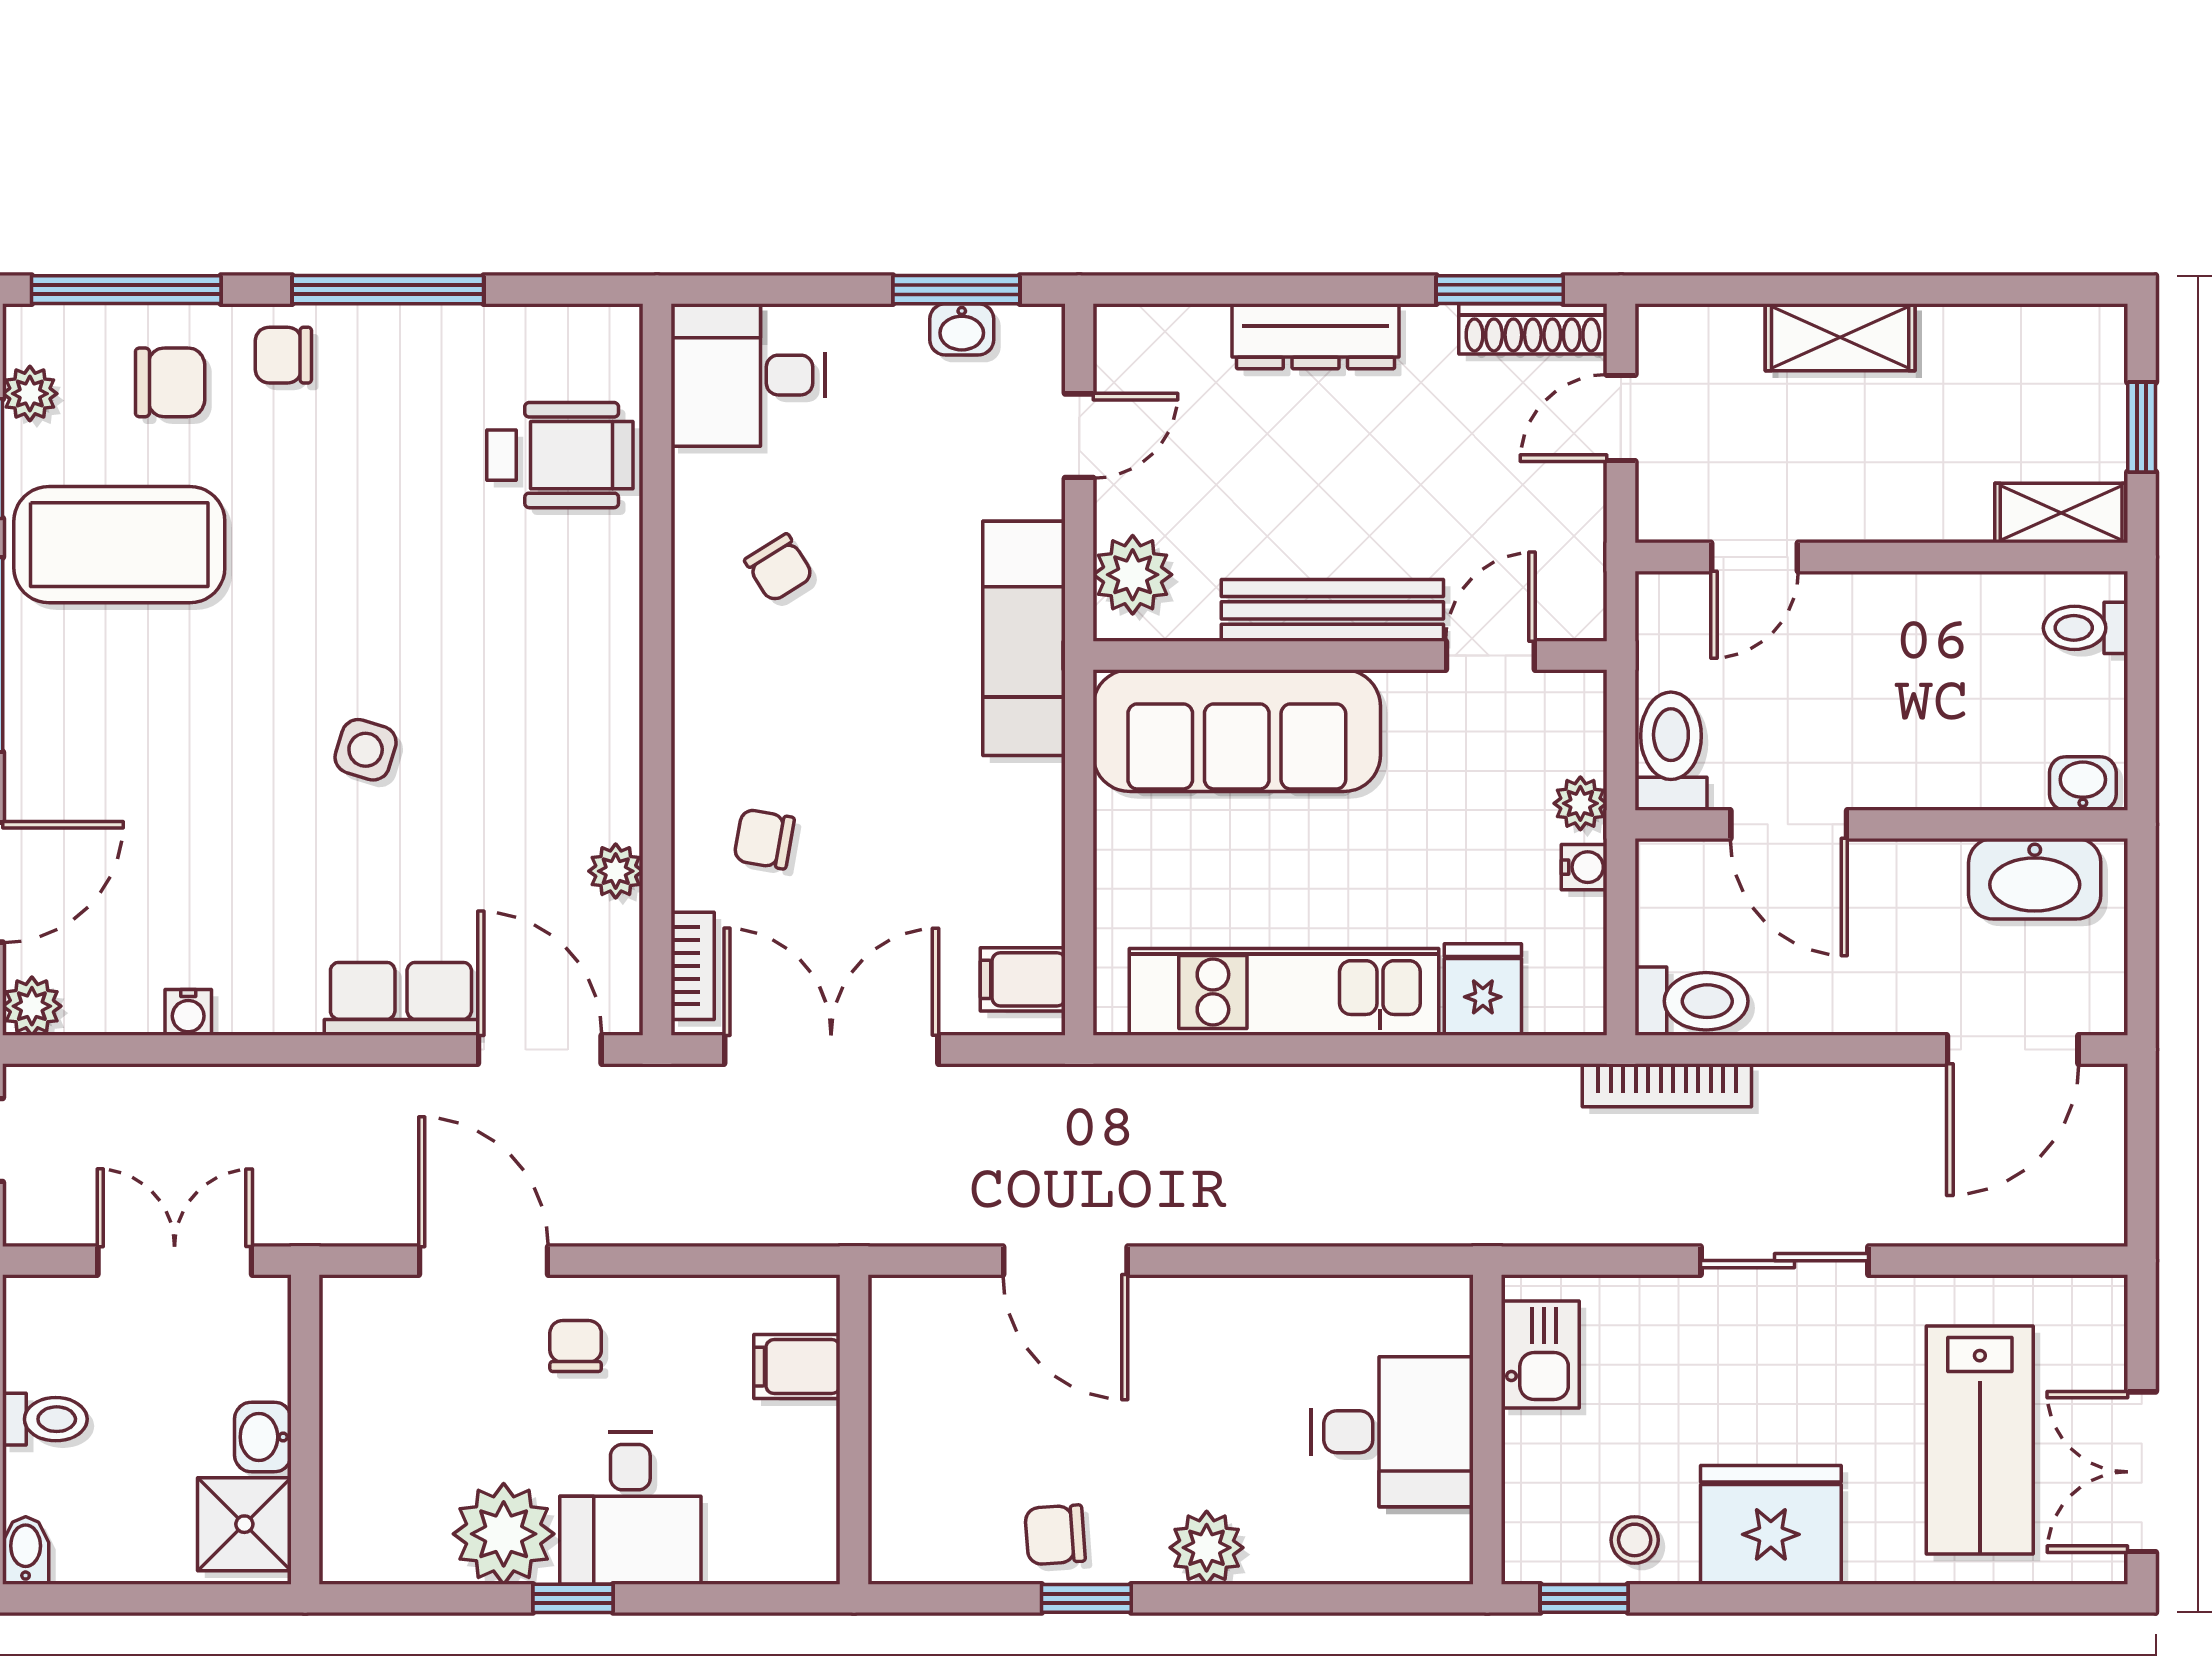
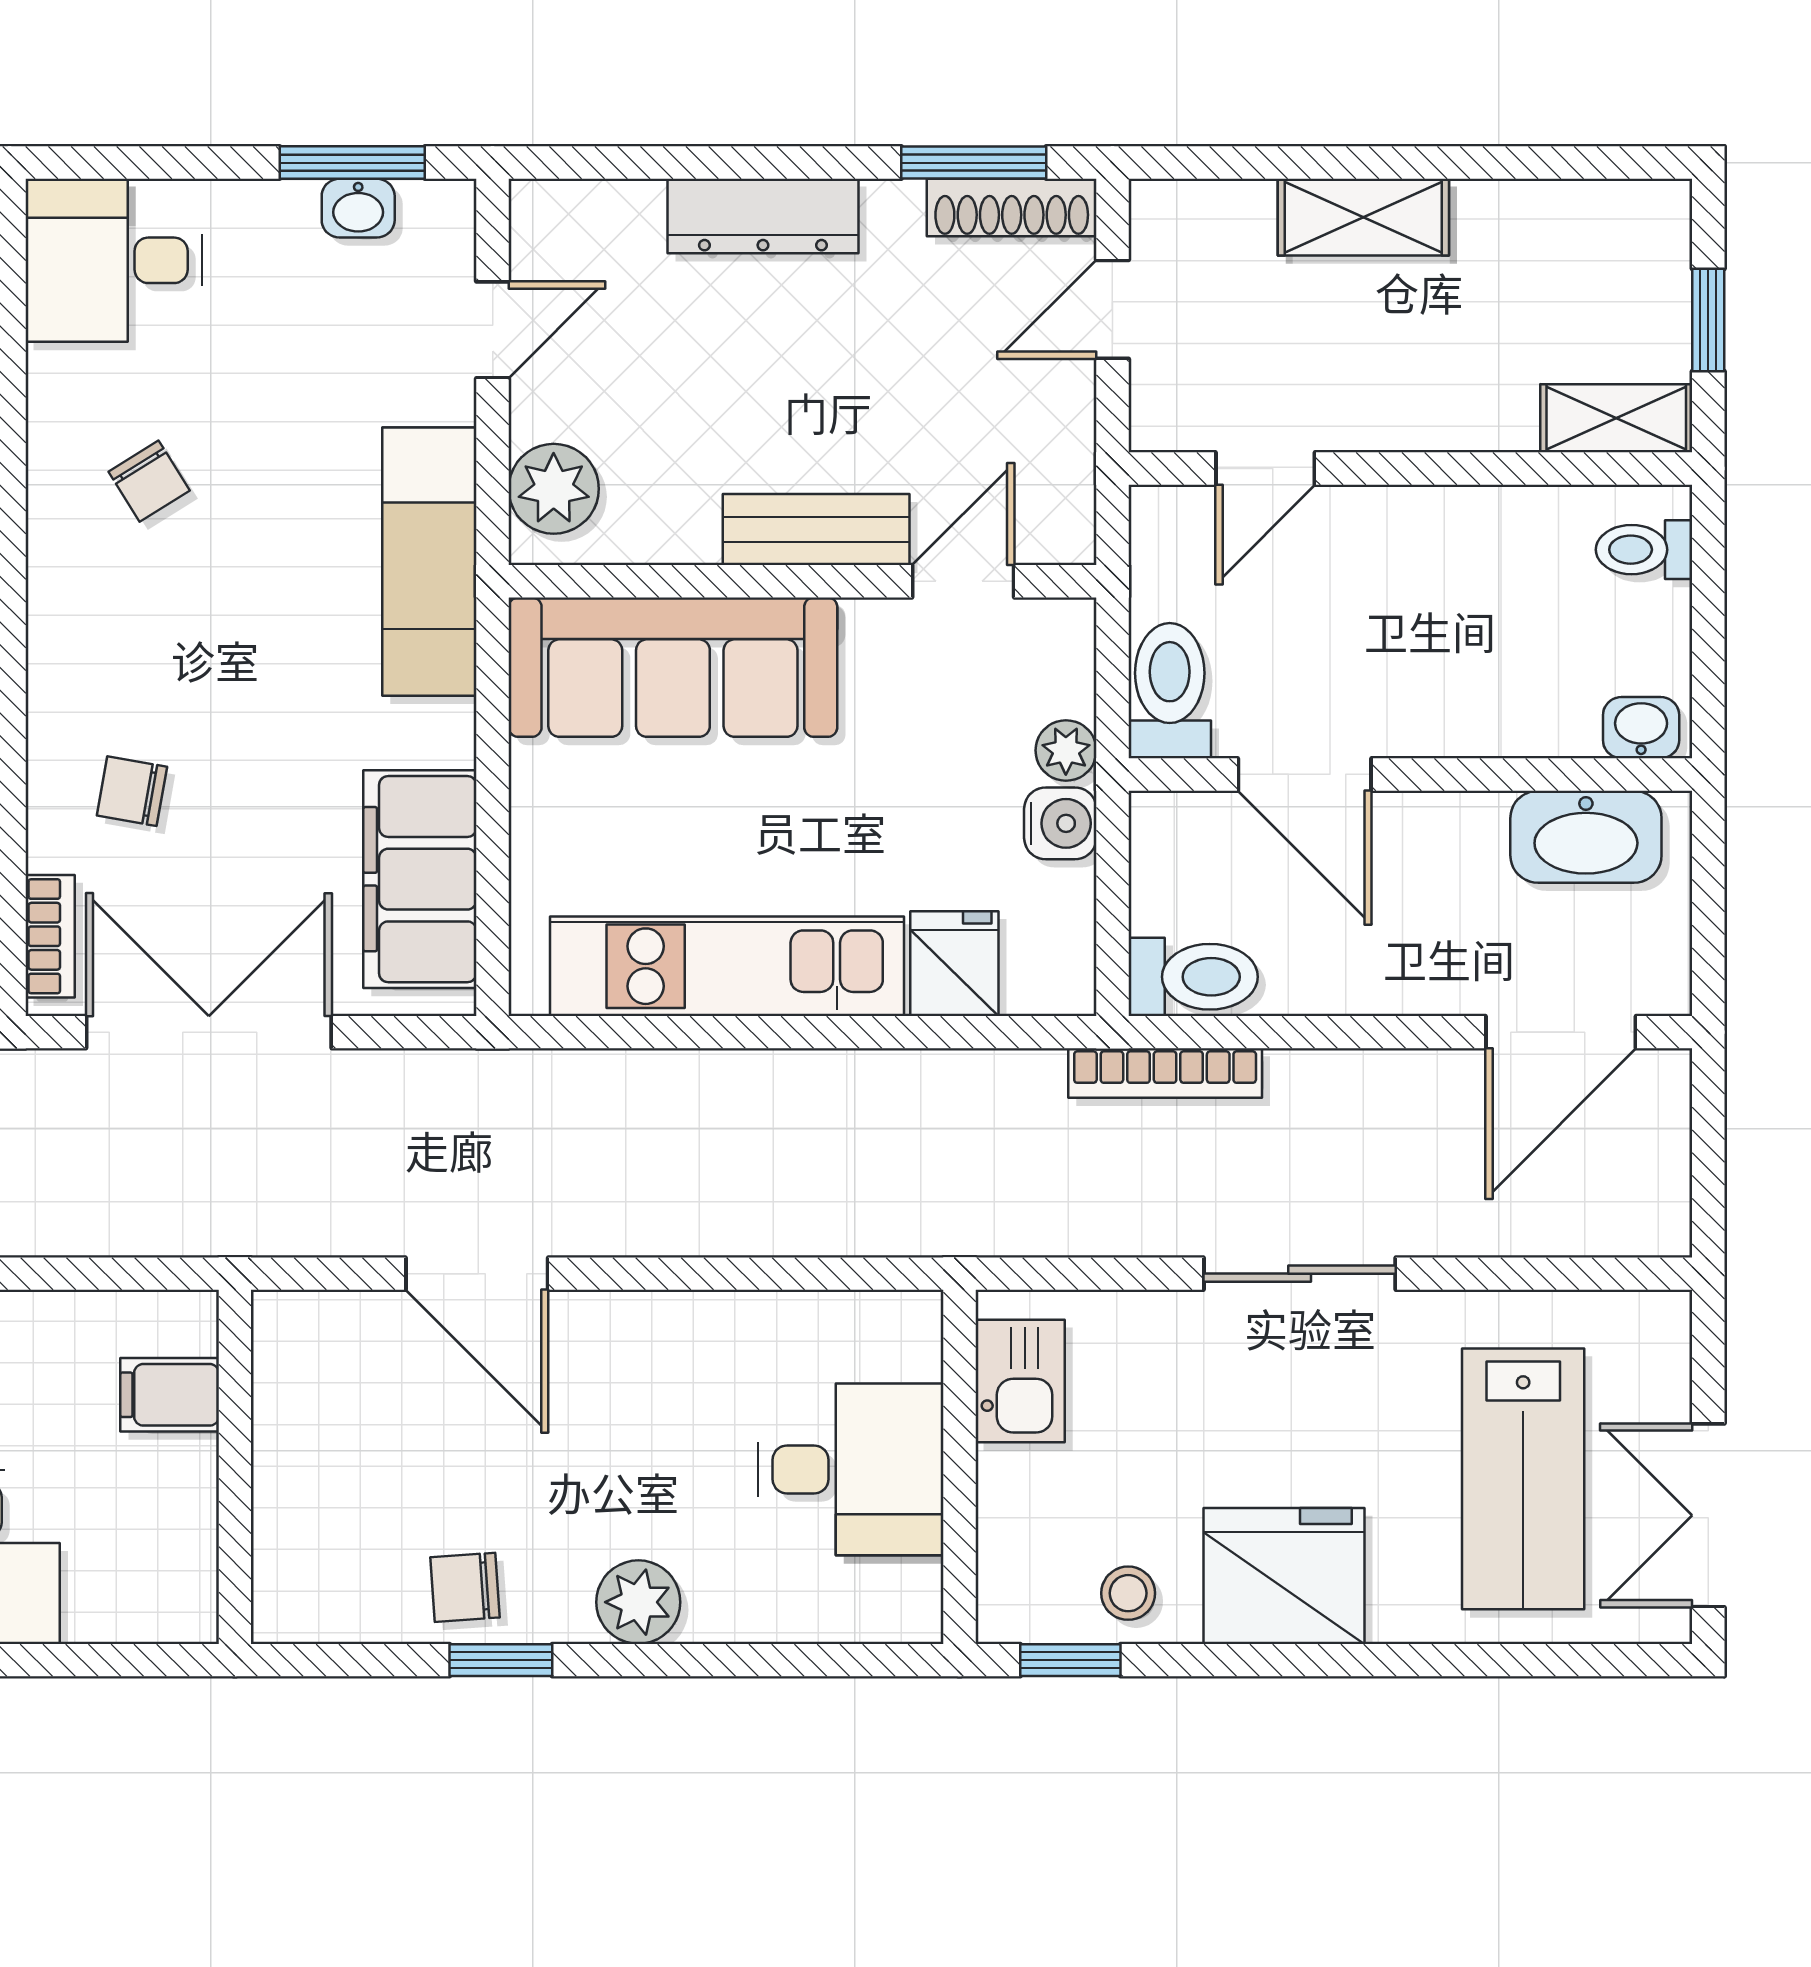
bench: (1332, 610) -> (816, 530), width x0.73
water cooler: (1584, 867) -> (1060, 823), width x1.38, depth x1.38
filing cabinet: (1023, 979) -> (420, 879), width x3.00, depth x1.17

